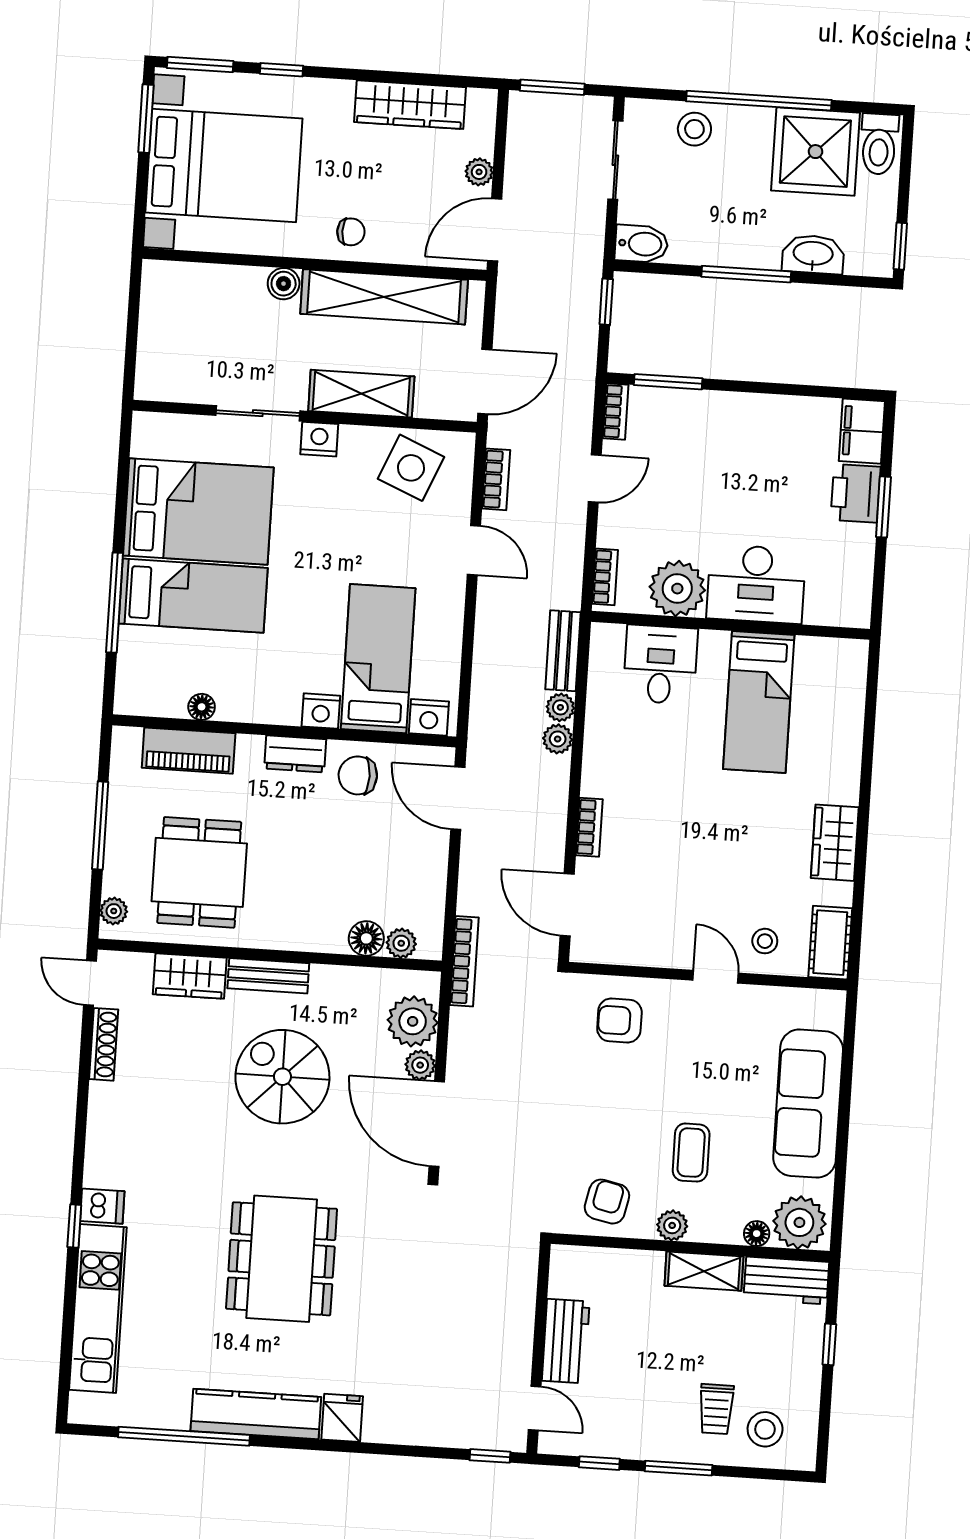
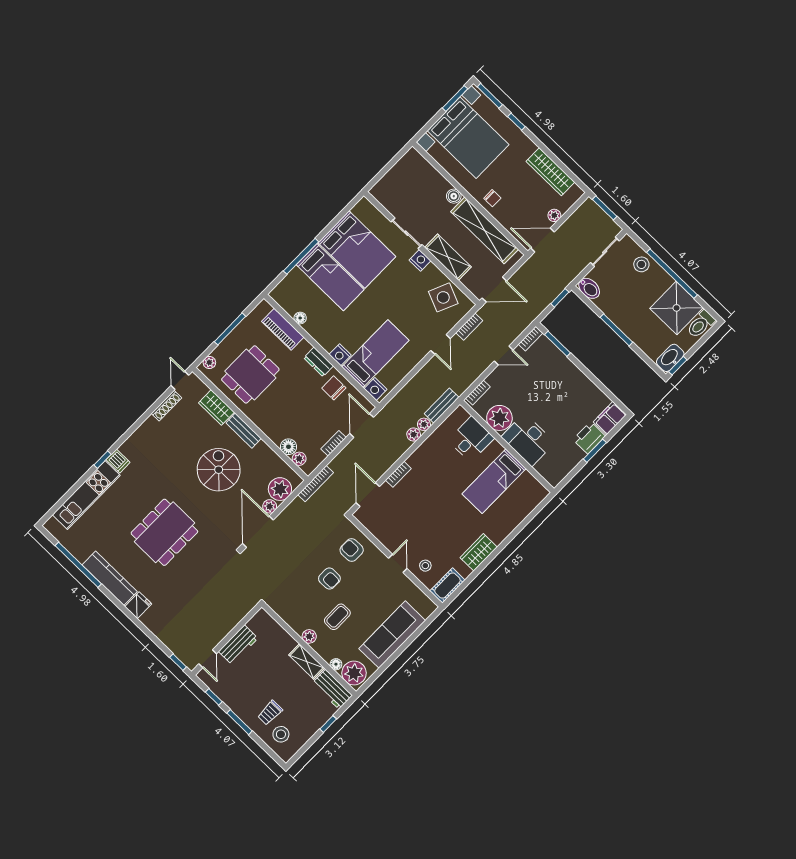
washbasin: (813, 254) -> (670, 358), moved, turned -90
bookcase: (436, 868) -> (334, 443), added
armchair: (607, 1202) -> (329, 579), moved, turned 78

